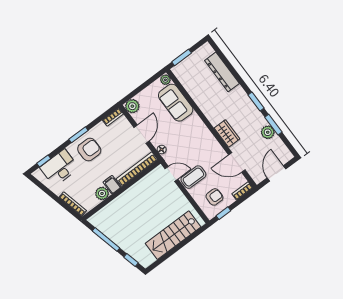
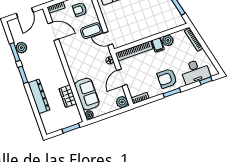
dresser: (222, 72) -> (39, 96), moved
wardrobe: (227, 133) -> (68, 96), moved

